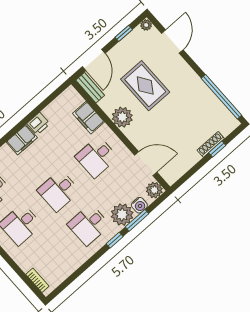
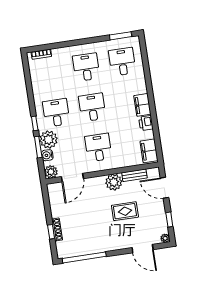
rug: (145, 86) -> (125, 211), width x0.73, depth x0.70
bench: (90, 88) -> (134, 175), moved
filing cabinet: (88, 118) -> (149, 151), moved, turned -90

